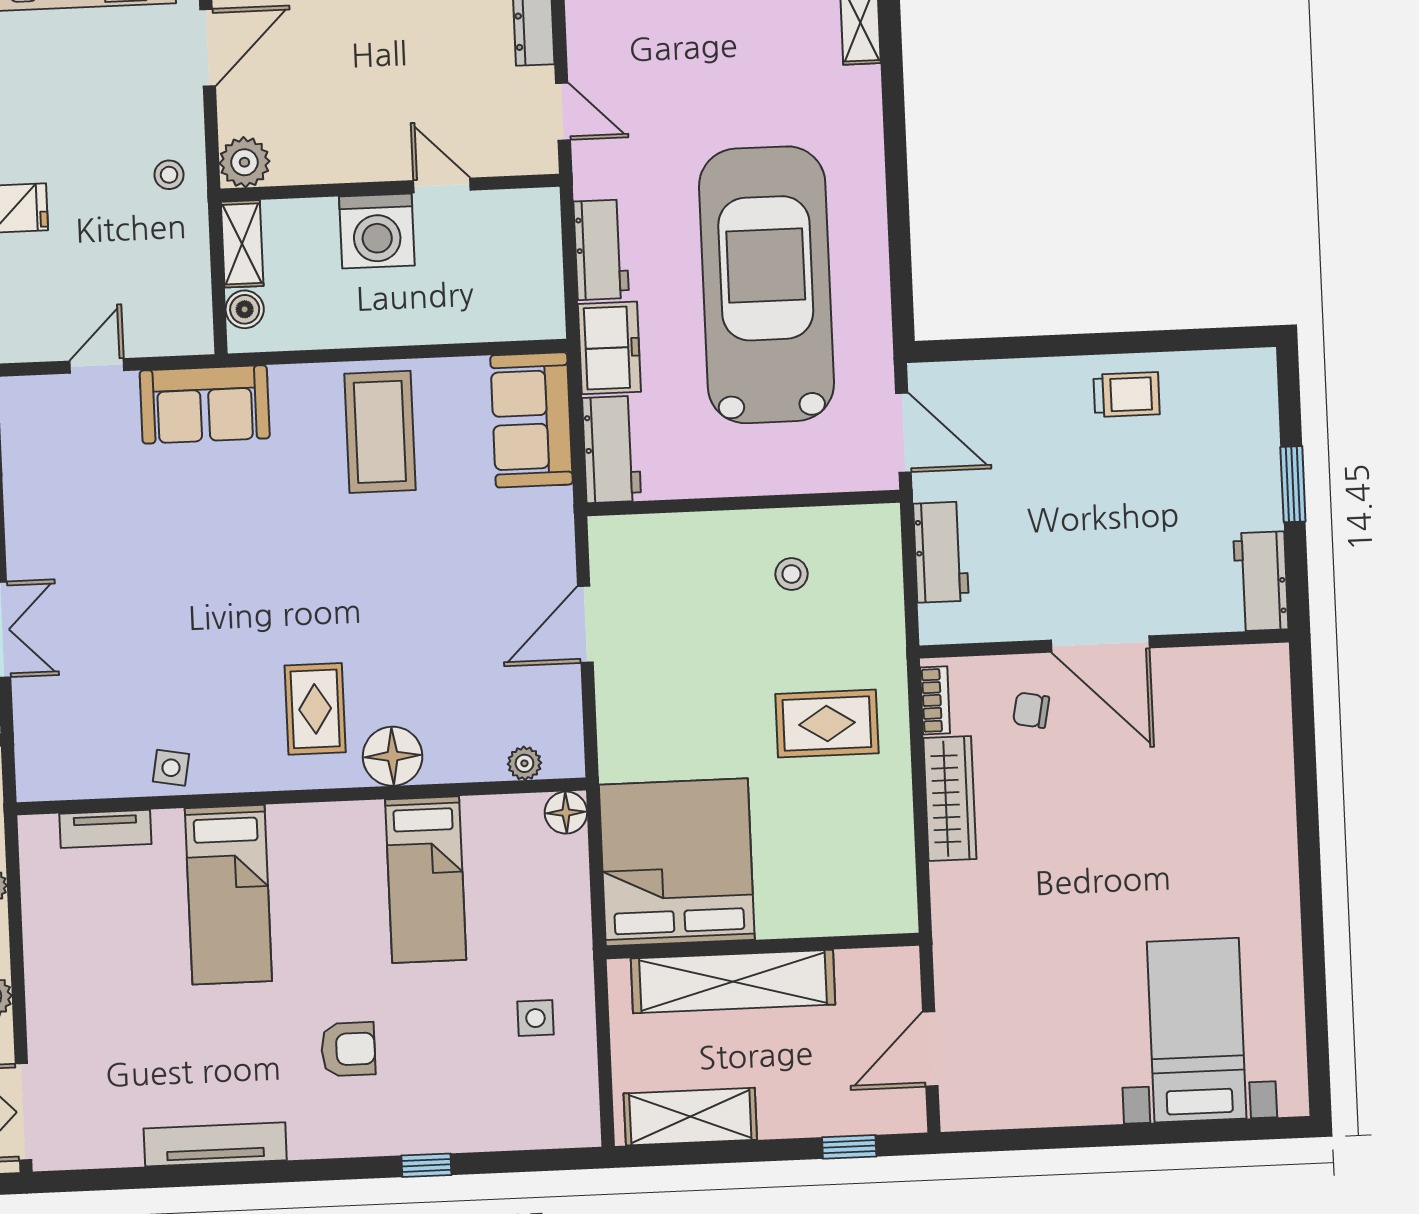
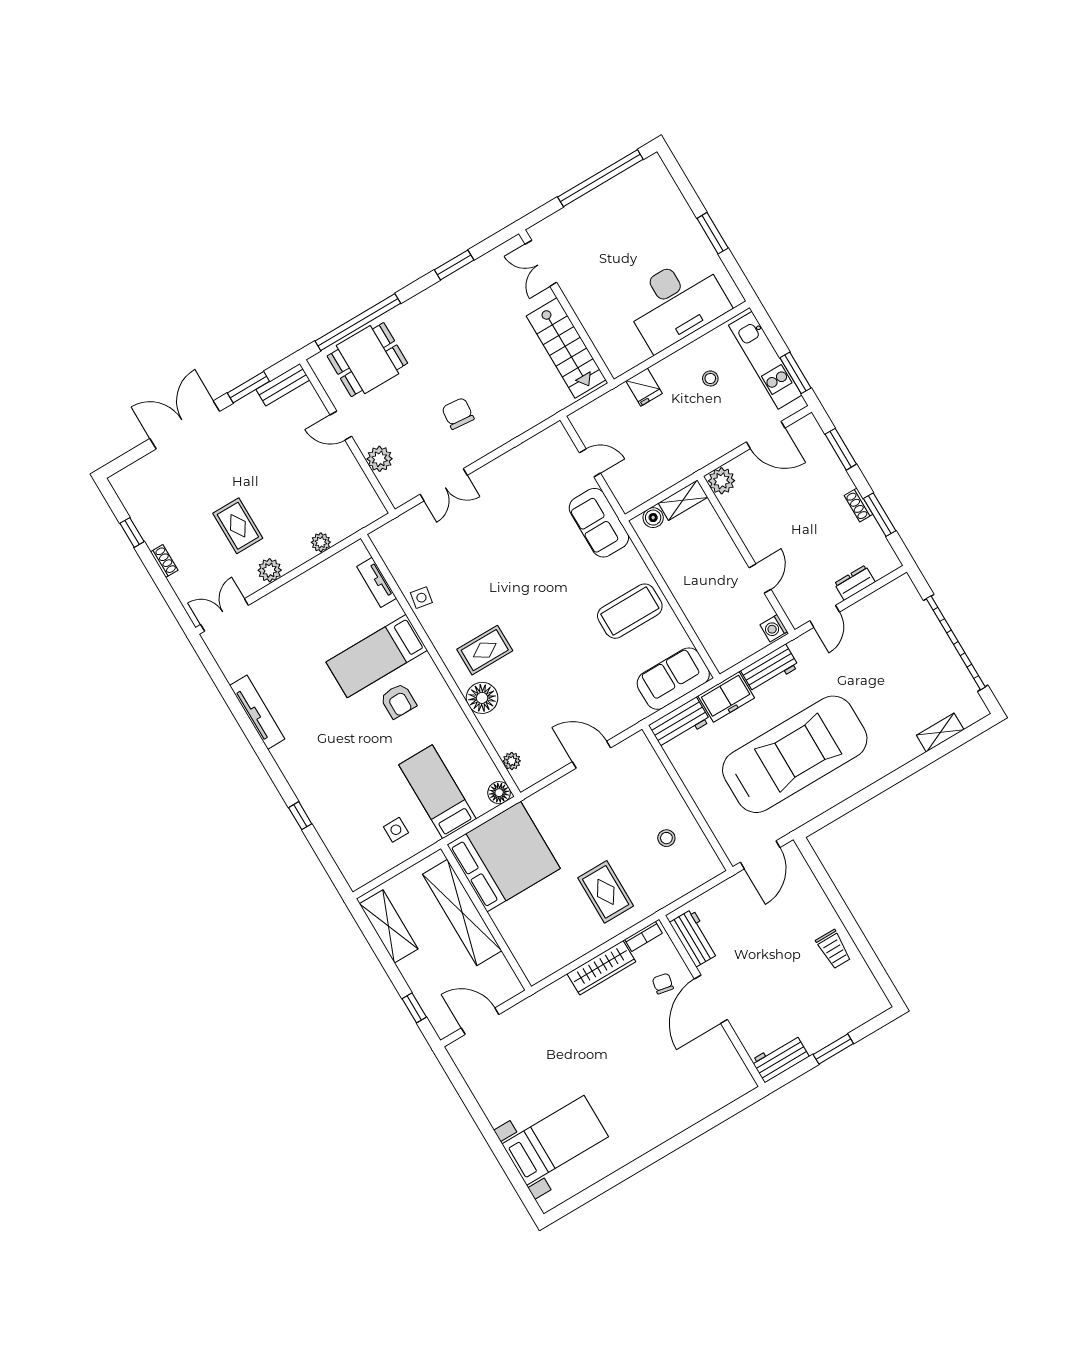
stool: (169, 175) -> (710, 378), moved
washing machine: (377, 231) -> (774, 628), moved, width x0.53, depth x0.53
workbench: (941, 552) -> (694, 938), moved, turned -90
bed: (426, 880) -> (438, 792), moved, turned 90
armchair: (348, 1049) -> (398, 701), moved

